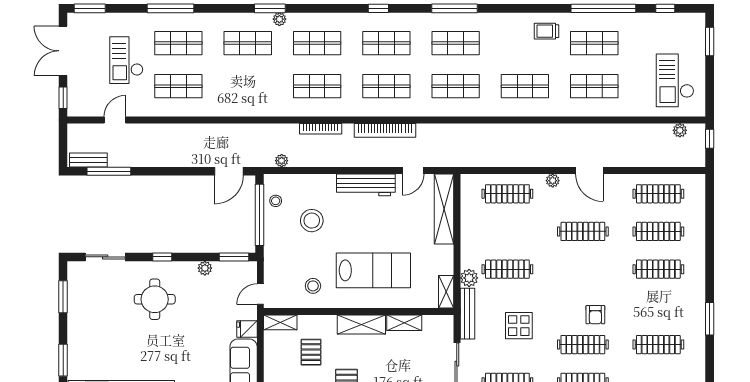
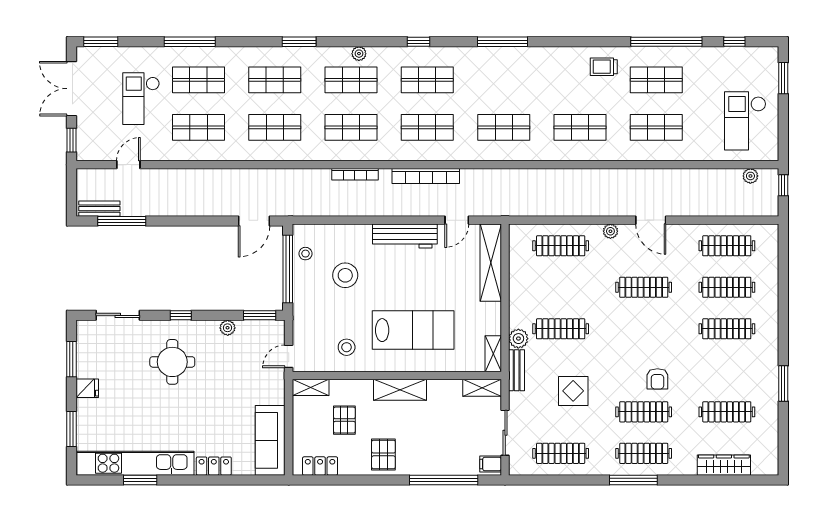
plant: (279, 19) -> (359, 54), moved
shop shelf: (456, 43) -> (275, 127), moved
plant: (282, 161) -> (312, 209), removed
bench: (467, 314) -> (517, 370), width x0.73
shelving: (404, 323) -> (482, 388), moved
fridge: (247, 329) -> (87, 388), moved, turned 180

